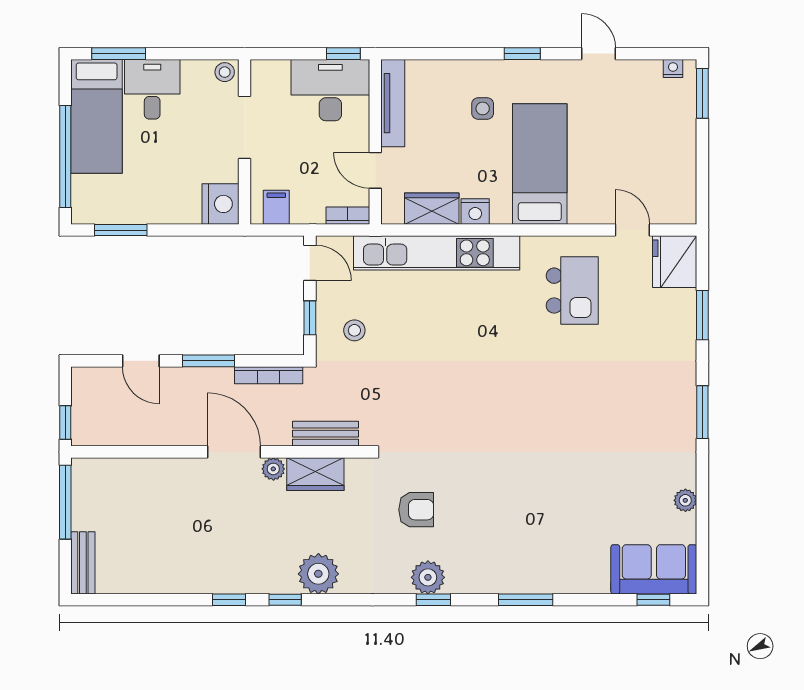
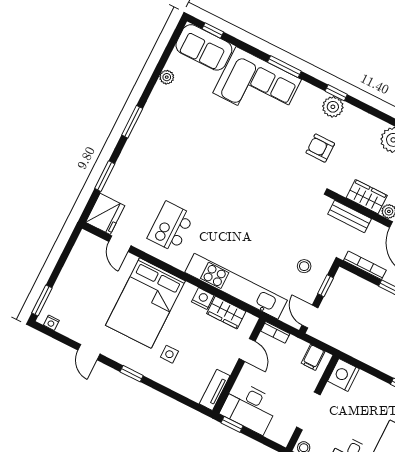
tv unit: (393, 103) -> (215, 390), width x0.71
bed: (540, 164) -> (145, 303), width x1.50
corner sofa: (550, 552) -> (257, 86), added

